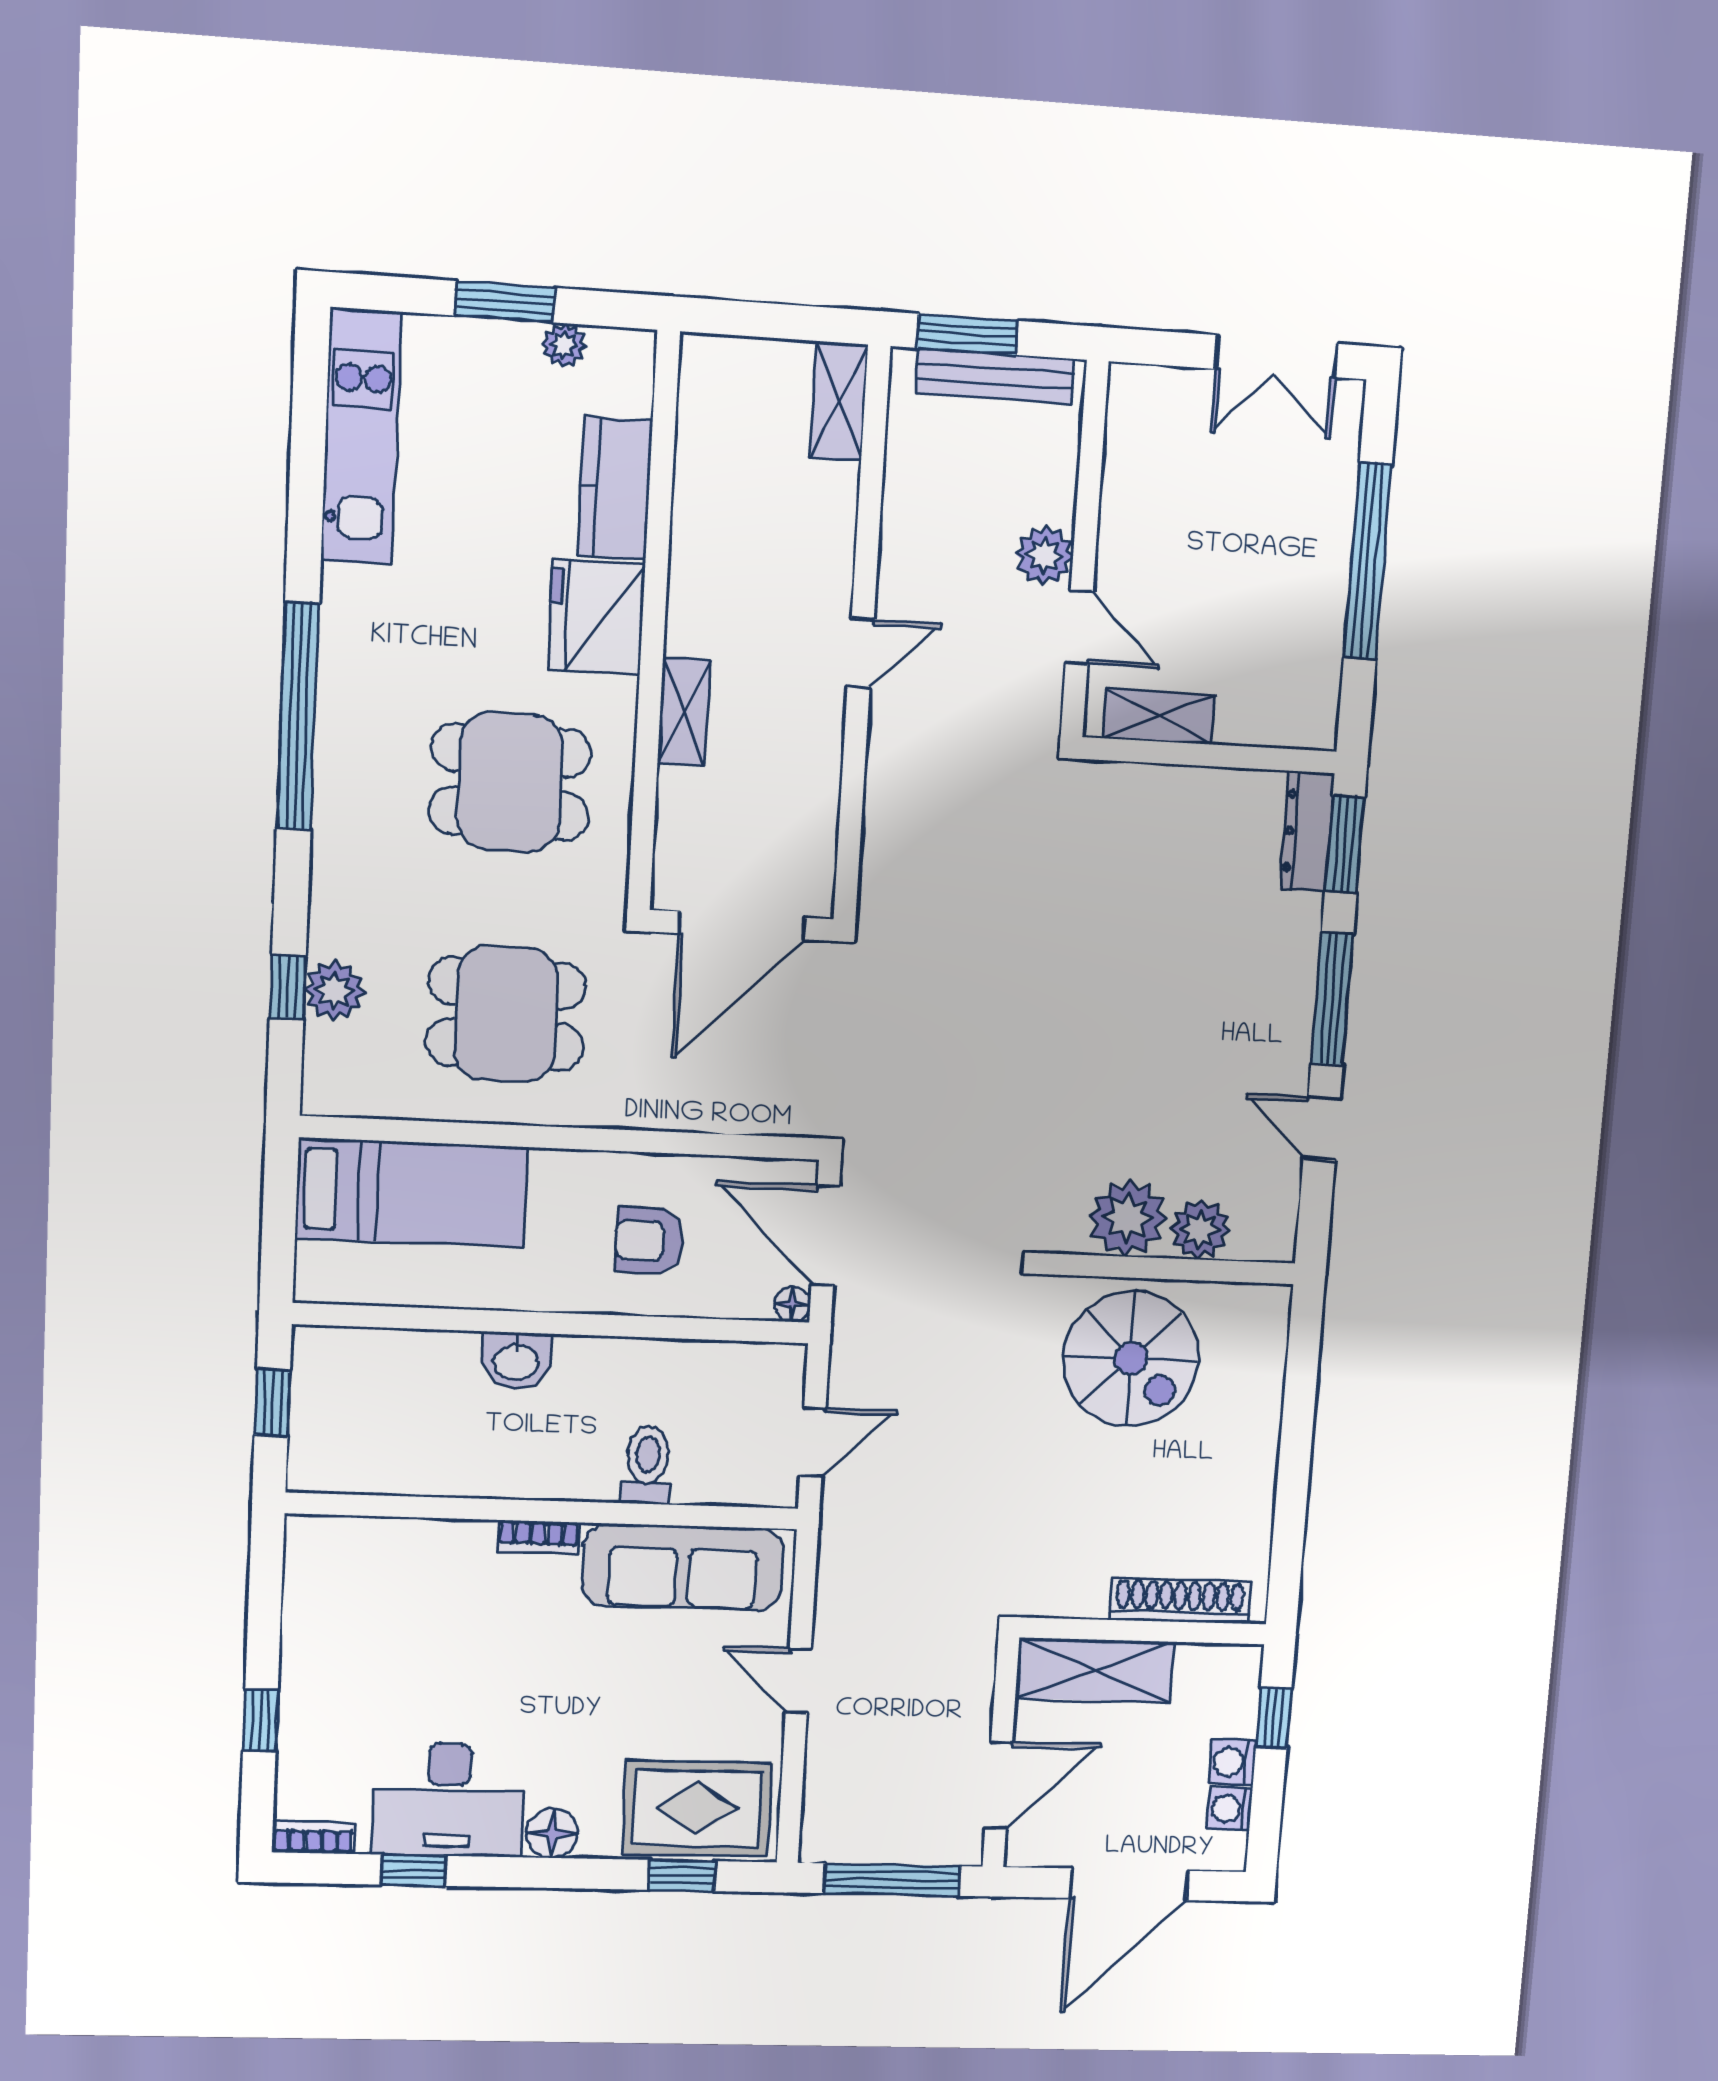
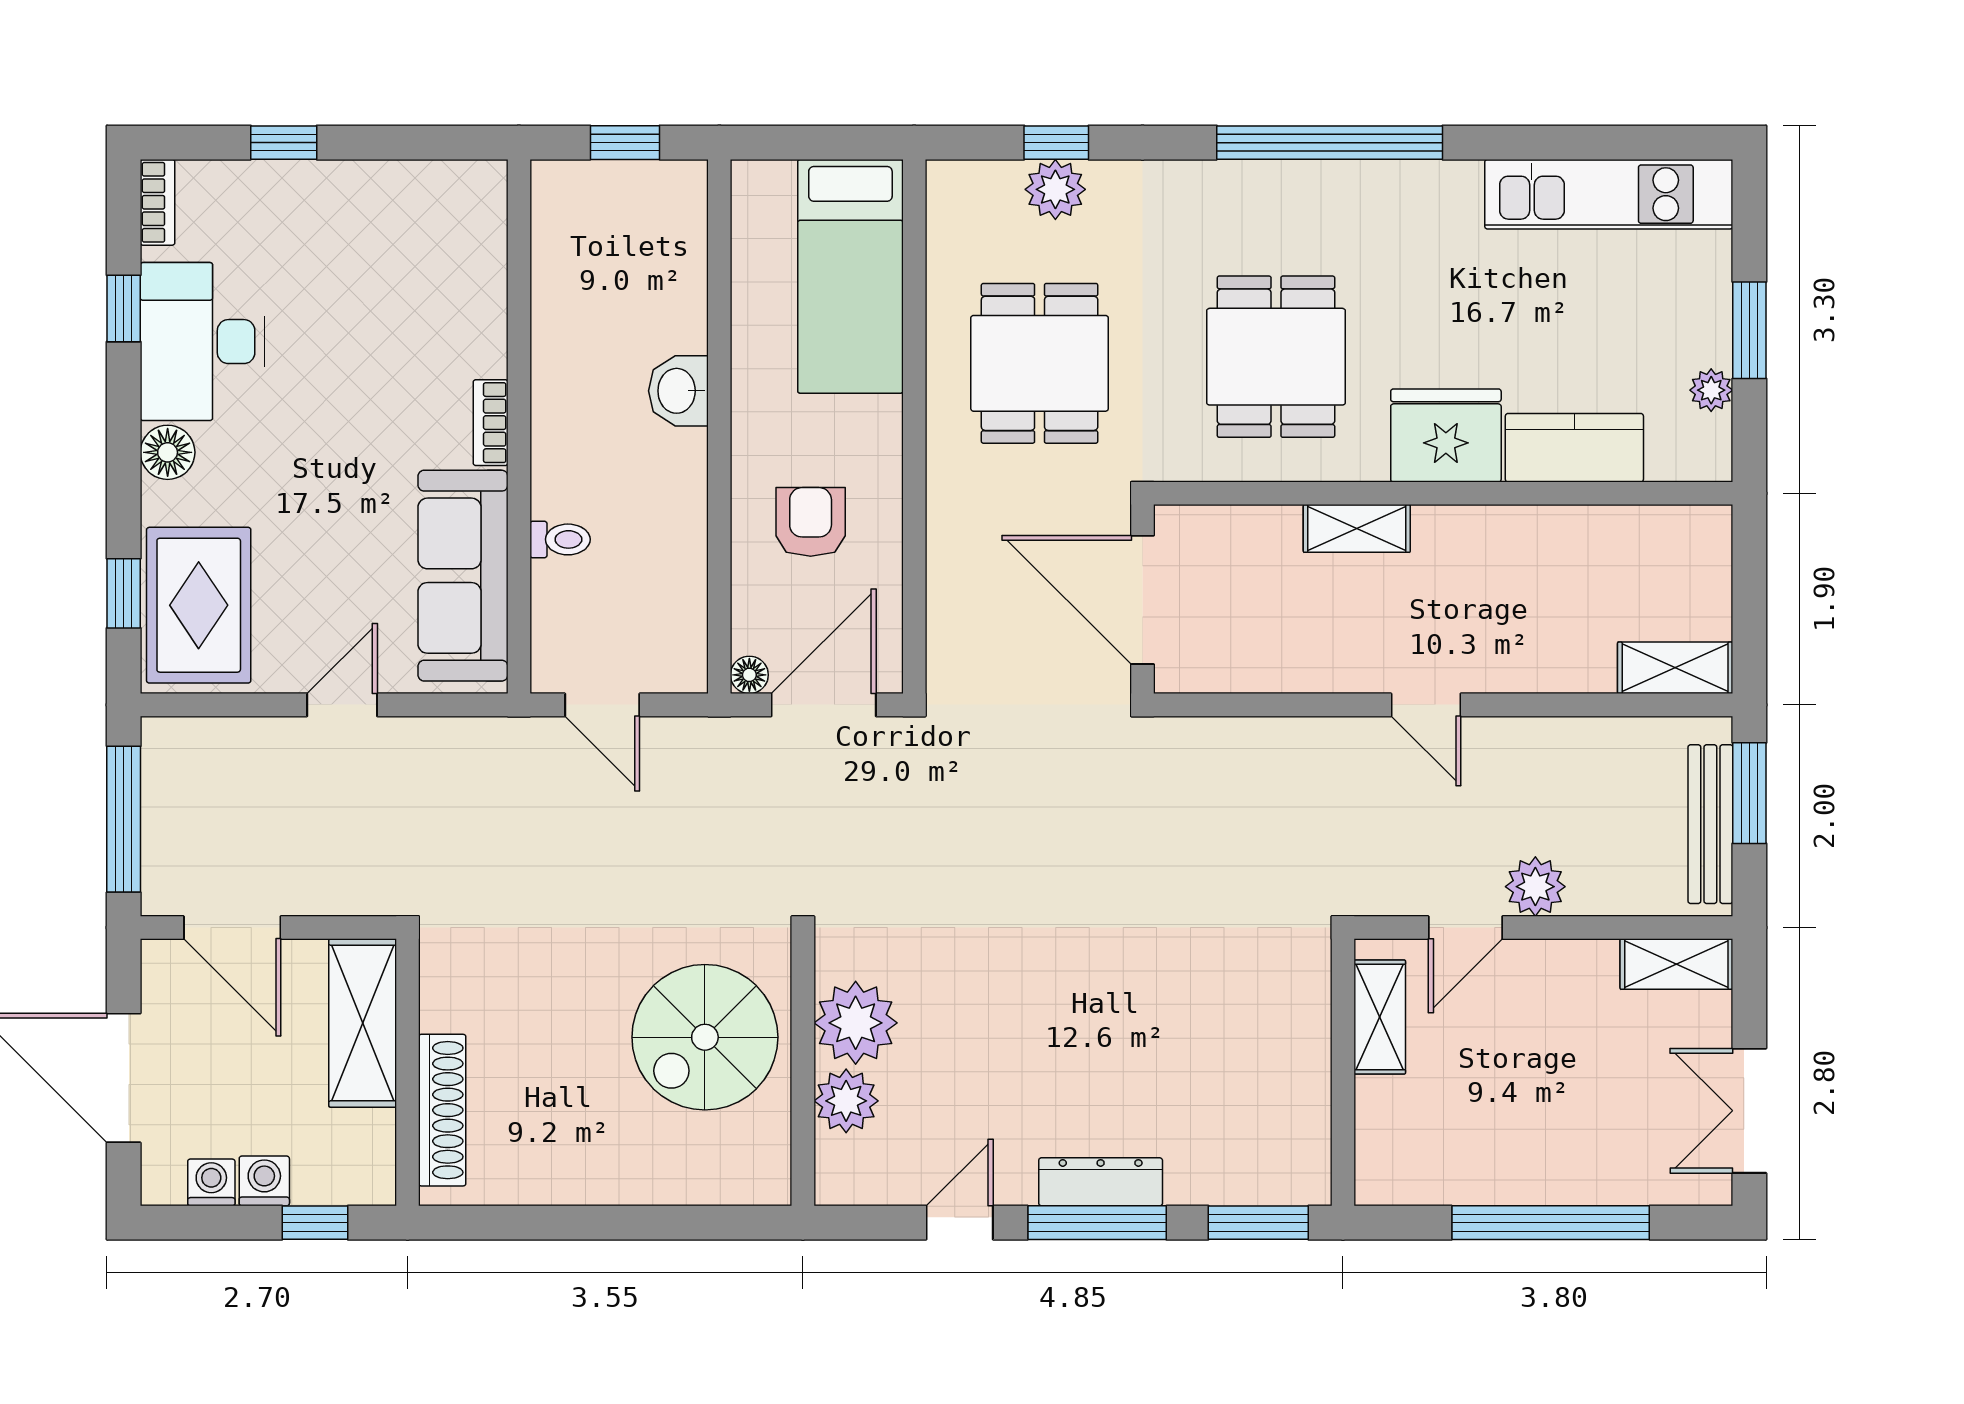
shelving: (1129, 420) -> (1676, 964), added
dresser: (1307, 831) -> (1101, 1182), moved
toilet: (647, 1465) -> (560, 539), width x0.73, depth x0.72

